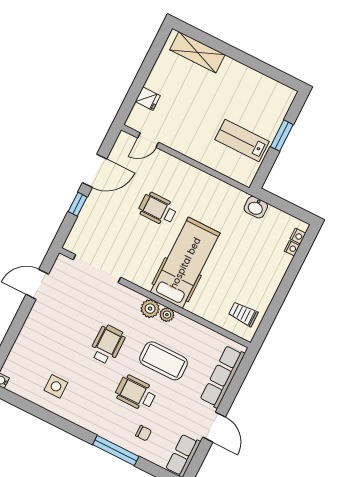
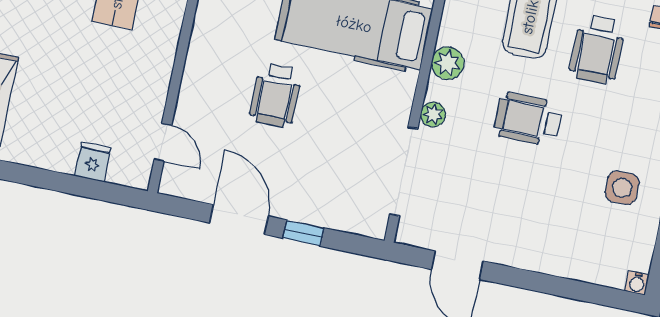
plant: (167, 315) -> (433, 114), moved

